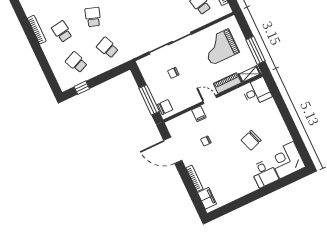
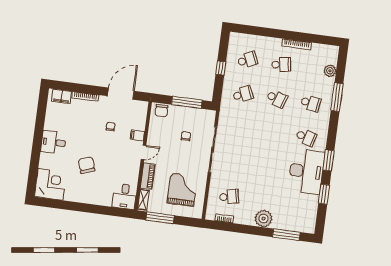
window: (82, 88) -> (221, 68), moved
window: (149, 100) -> (187, 102), moved
desk: (264, 173) -> (53, 142), moved

